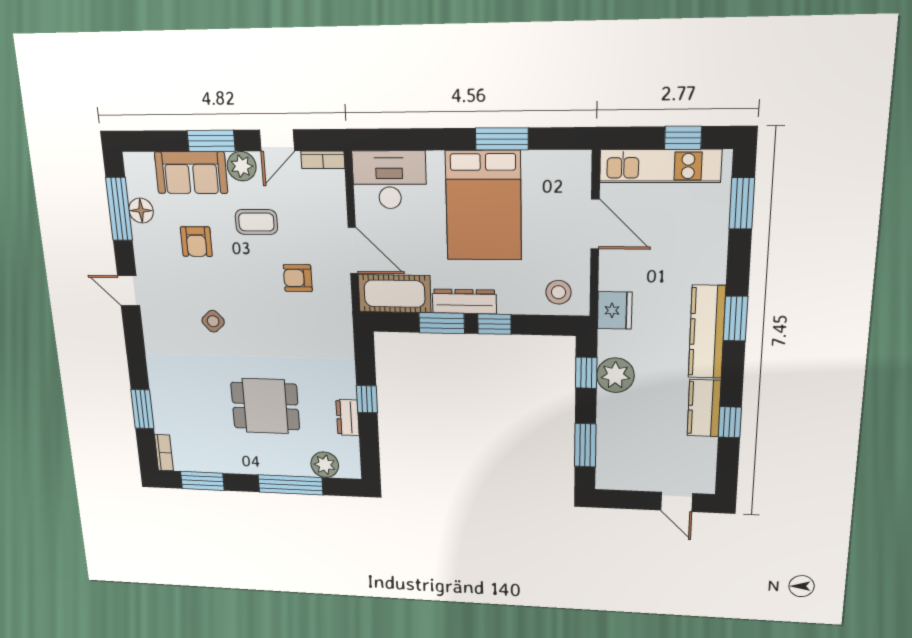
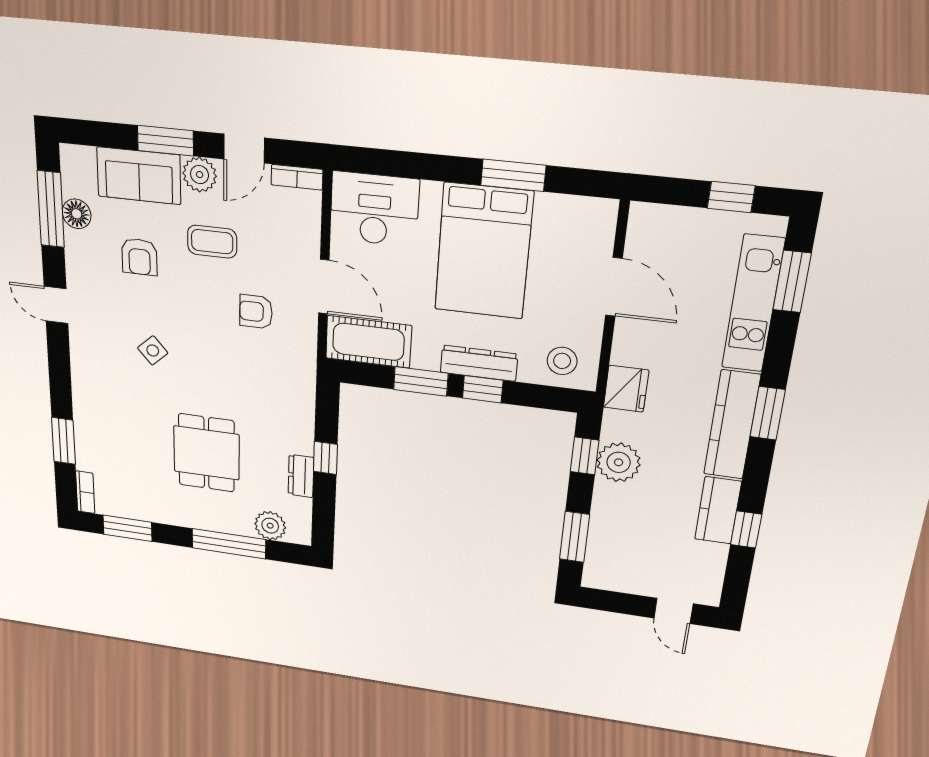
kitchen unit: (660, 166) -> (753, 304), moved, turned 90
dresser: (464, 301) -> (479, 363), moved
dining table: (265, 406) -> (206, 453), turned 90

